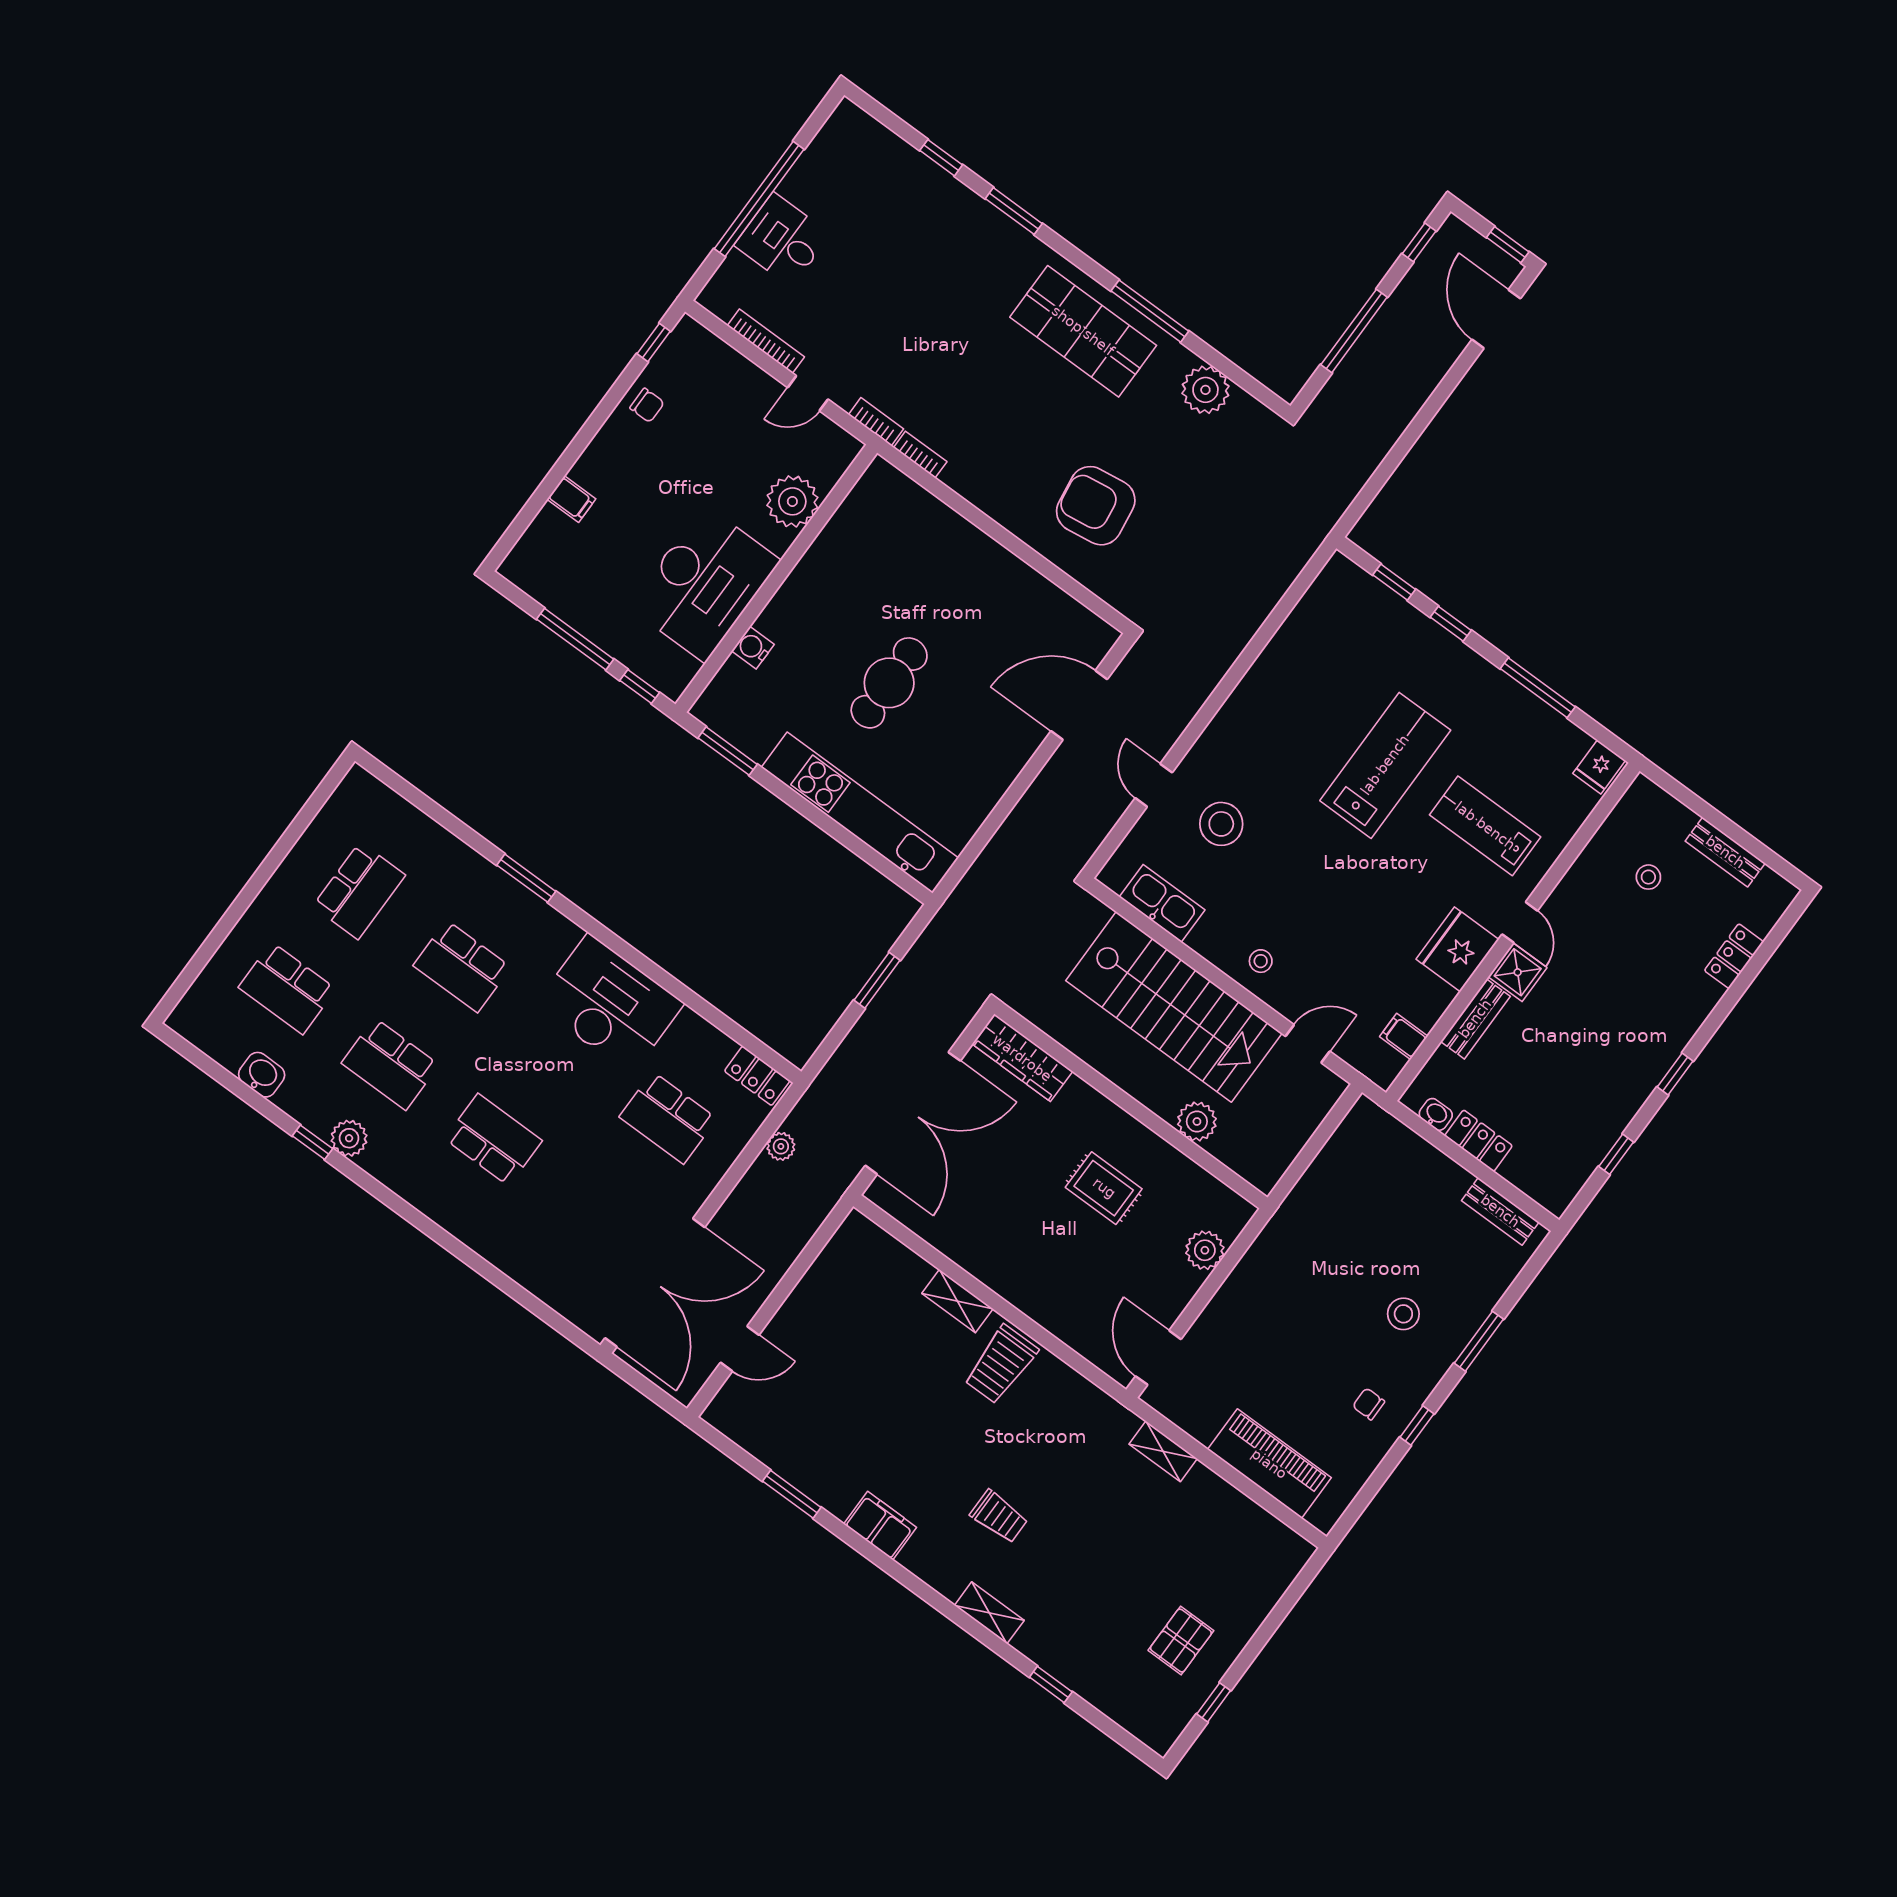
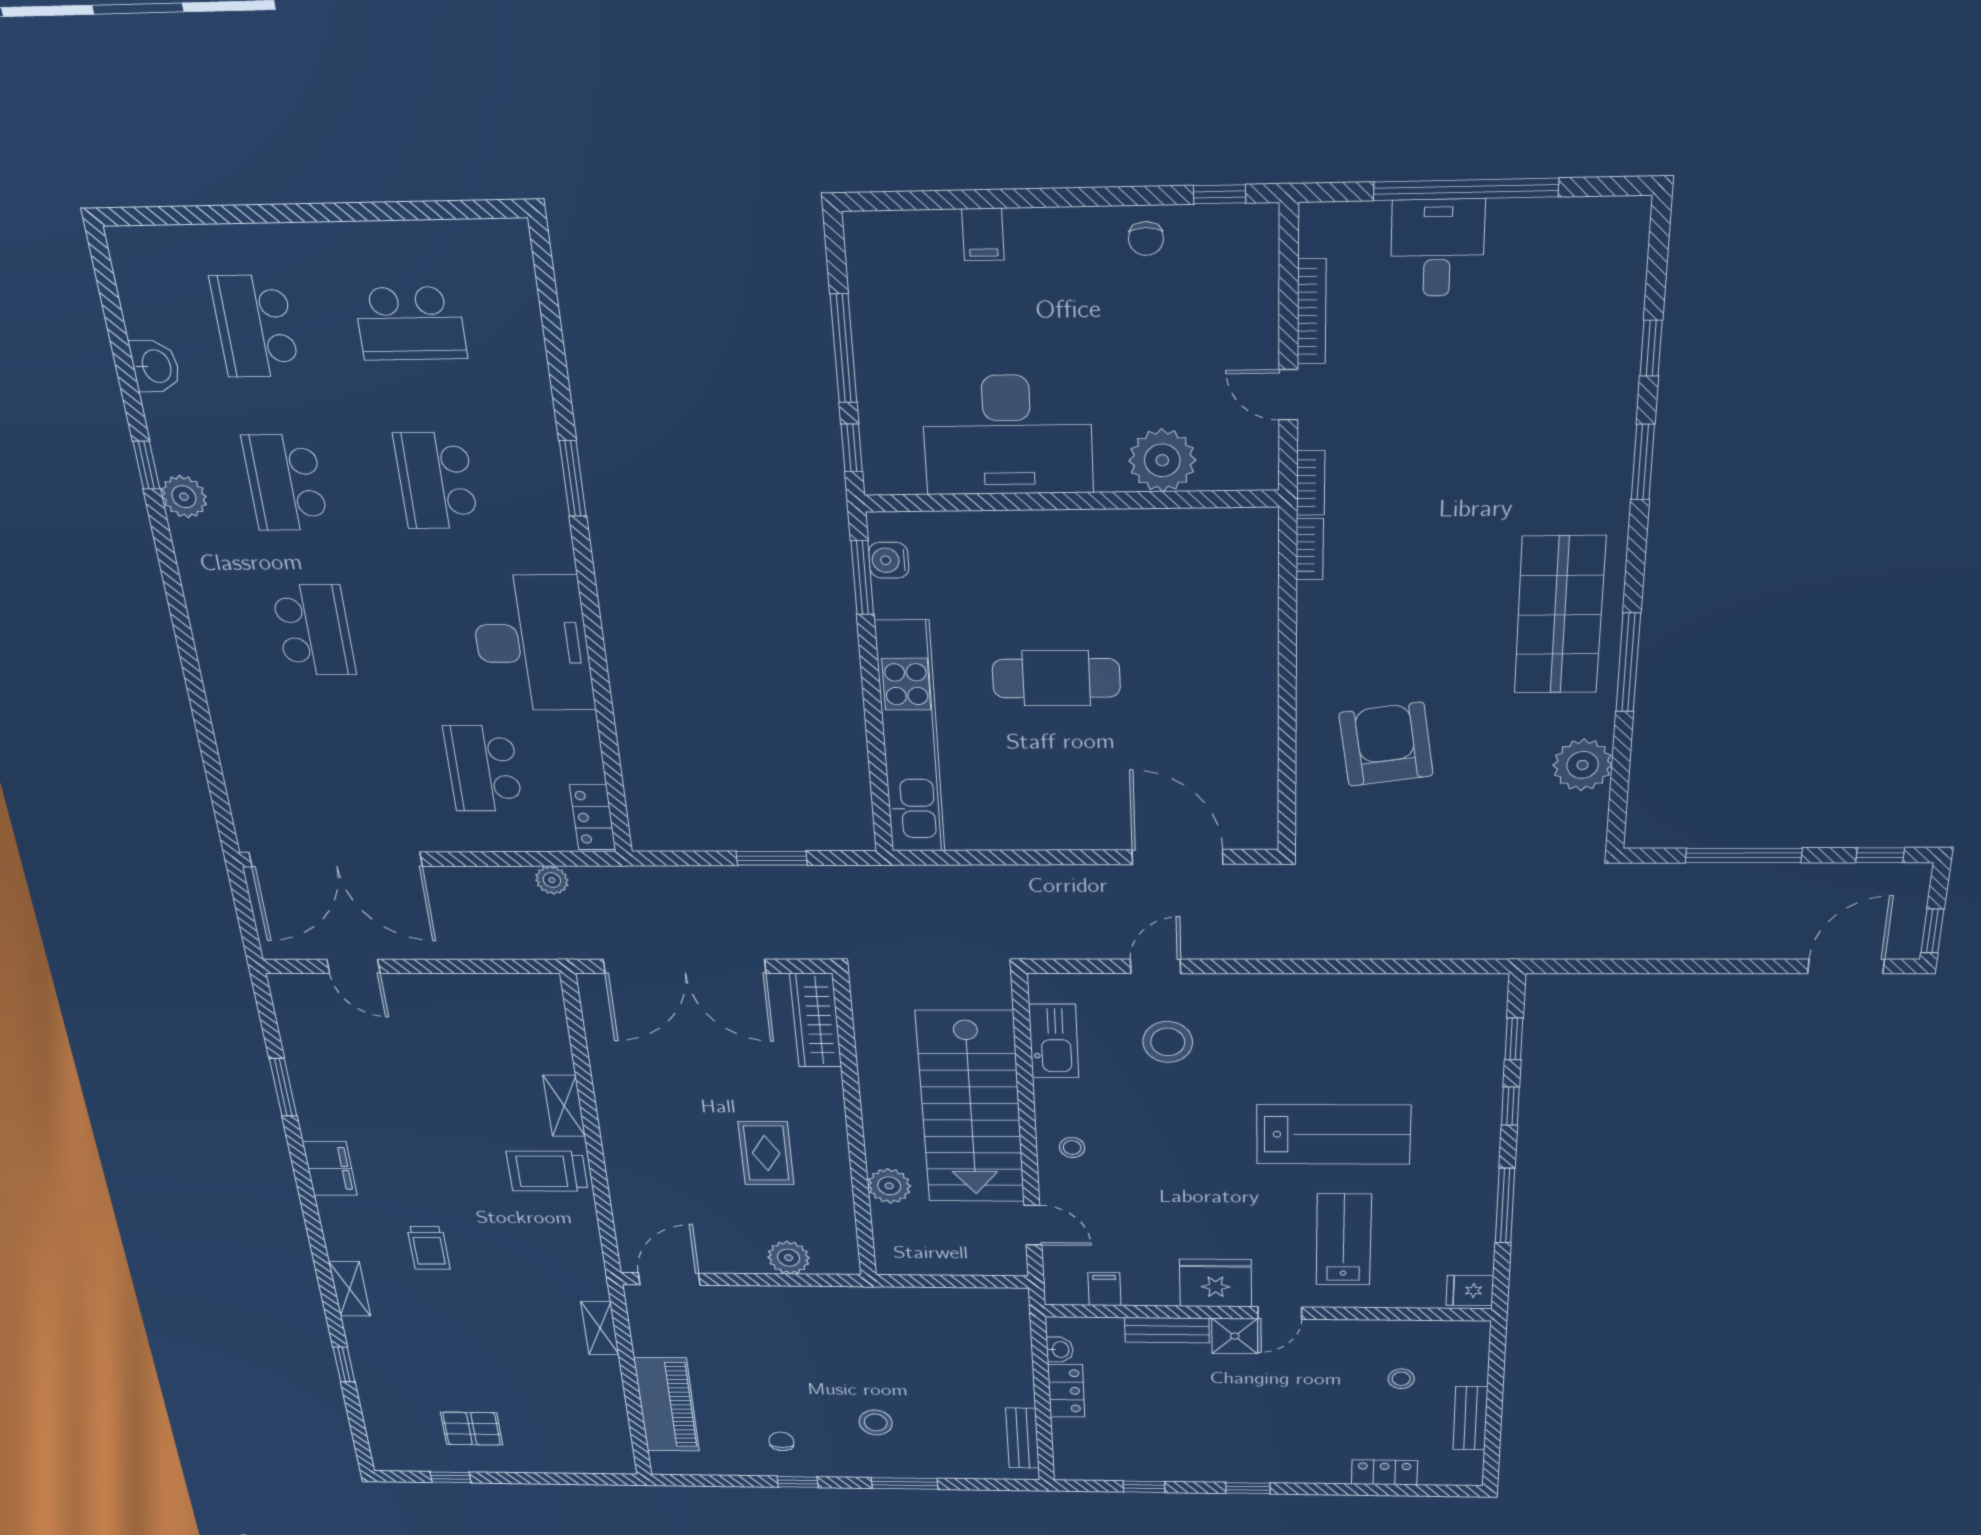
water cooler: (753, 648) -> (889, 560), moved, turned -90

